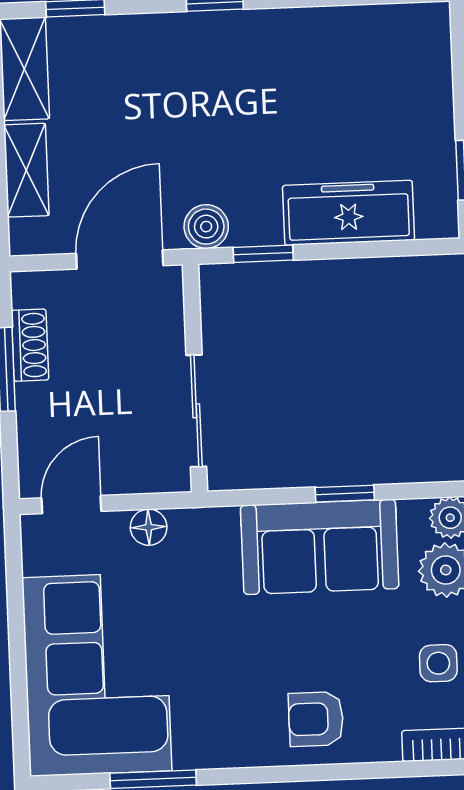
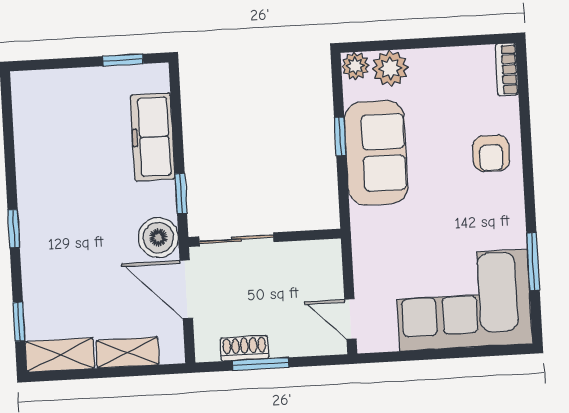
boiler: (206, 227) -> (158, 238), width x1.36, depth x1.36
sliding door: (196, 411) -> (237, 239), moved
floor lamp: (149, 527) -> (365, 267), removed
side table: (438, 663) -> (452, 72), removed

